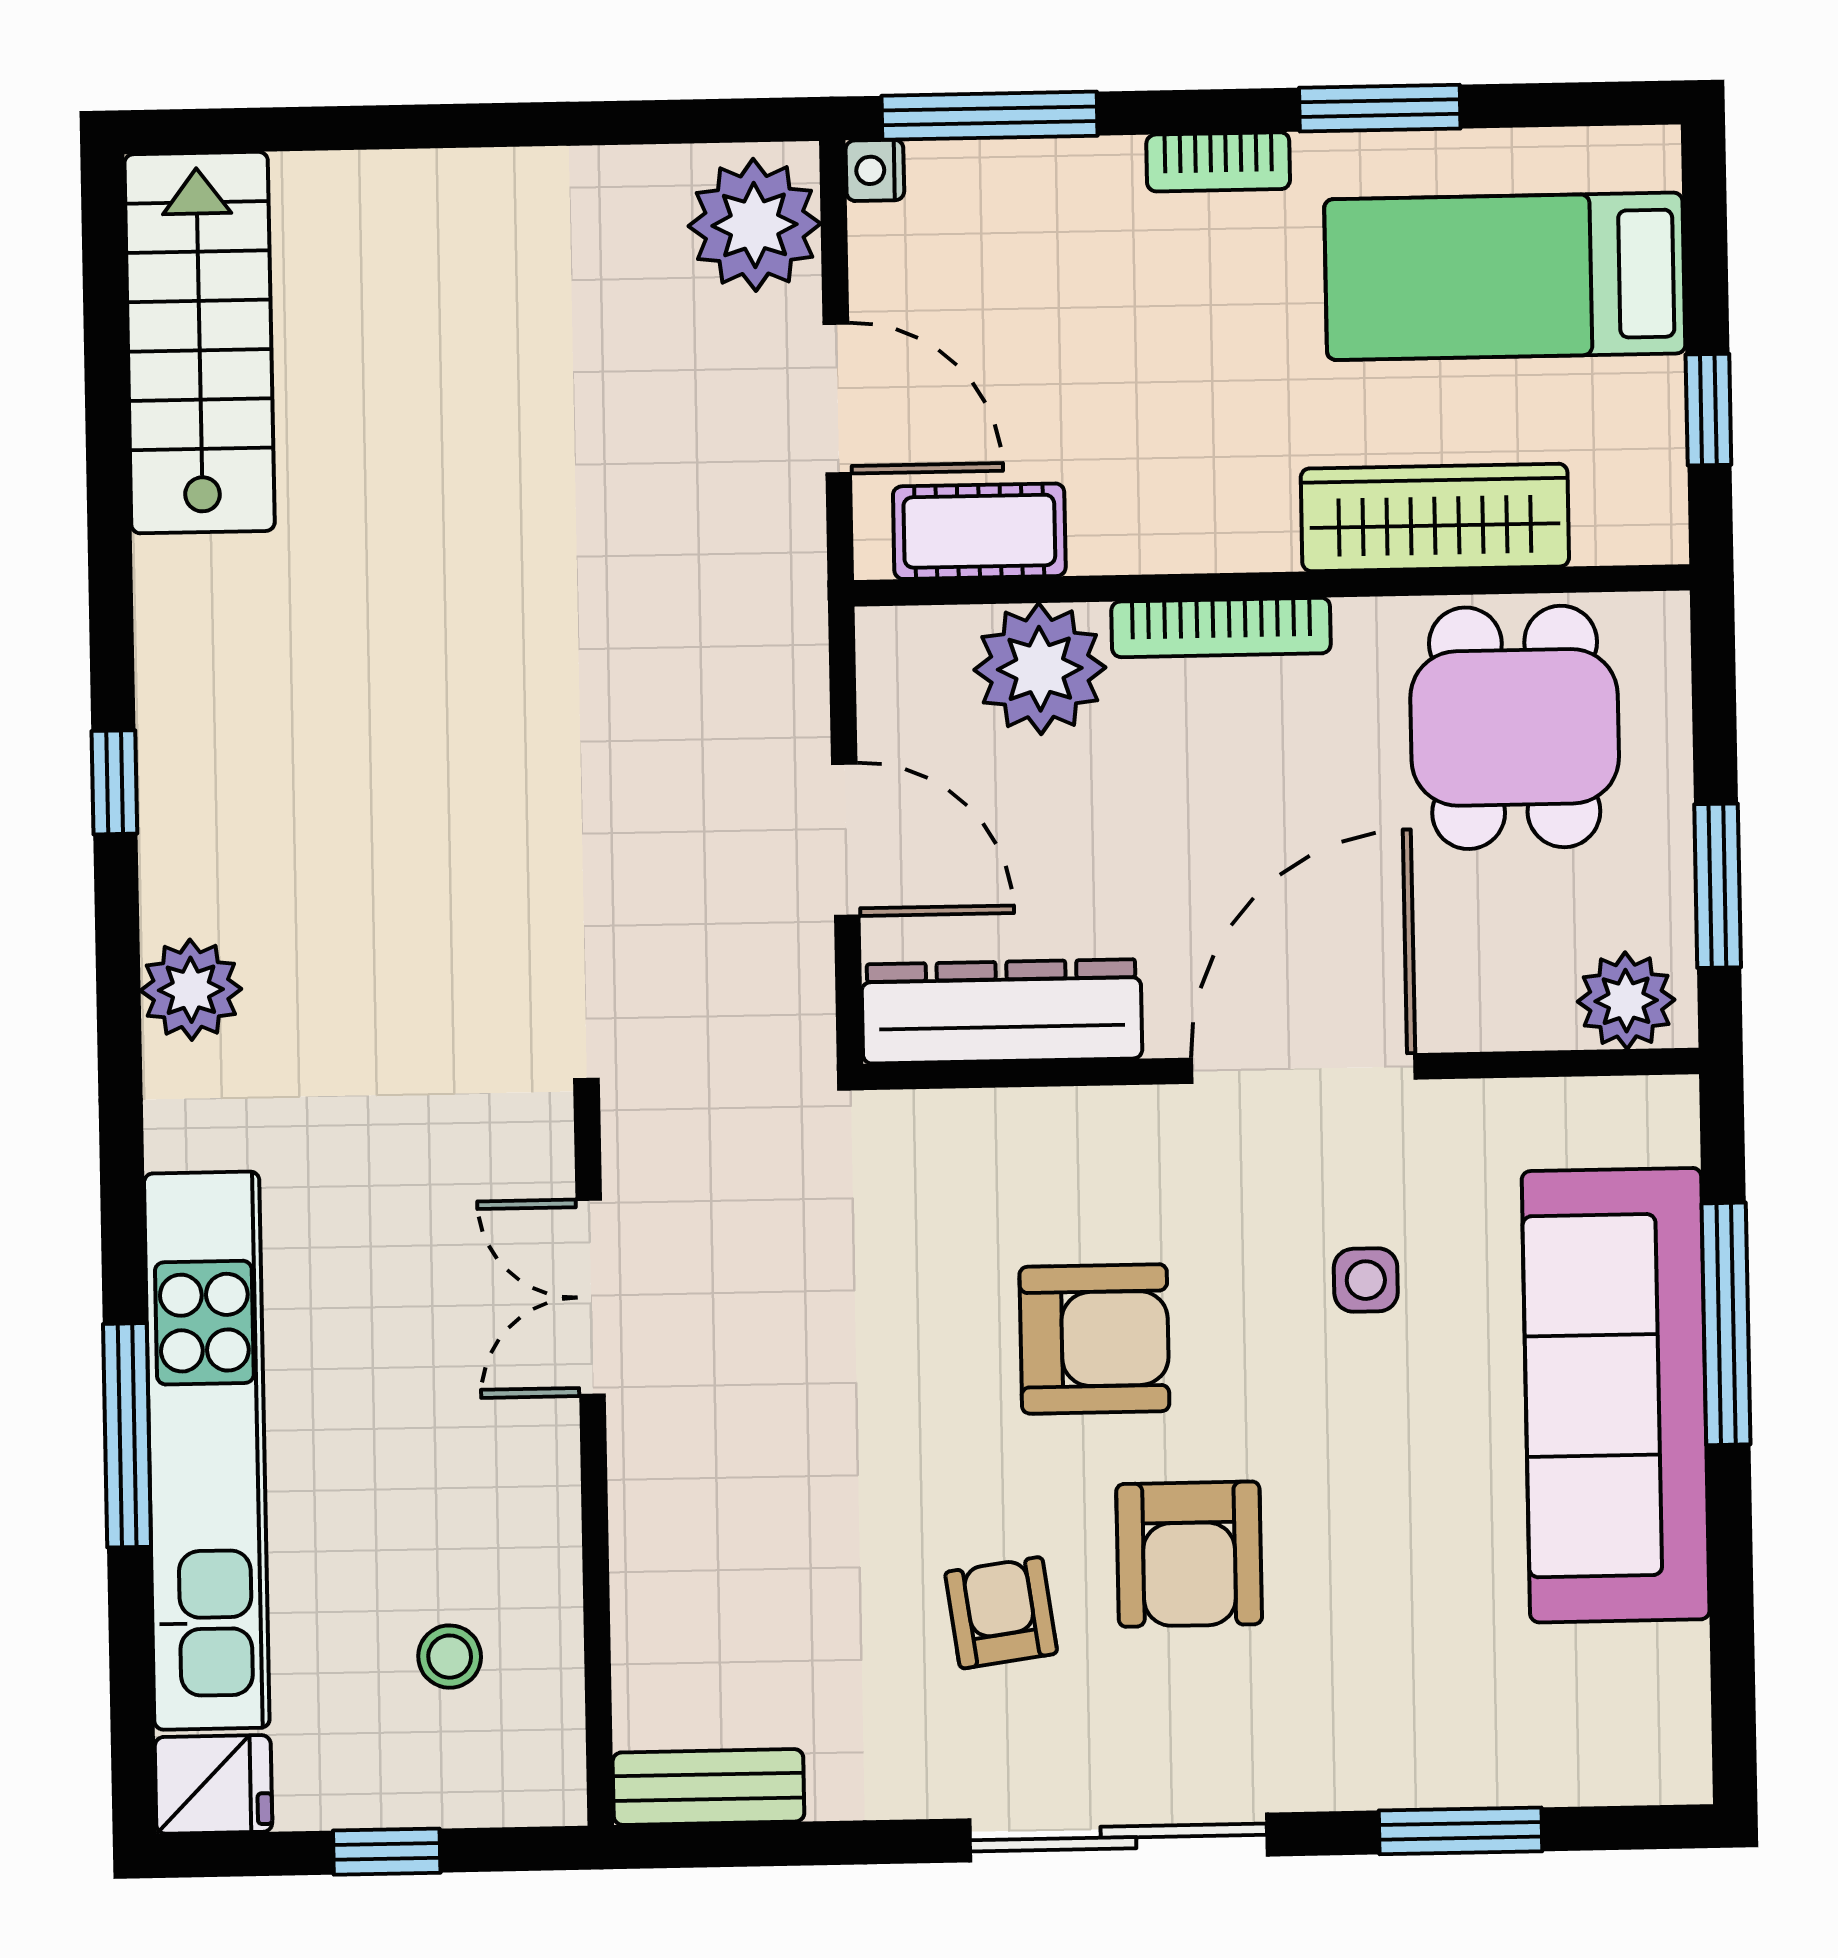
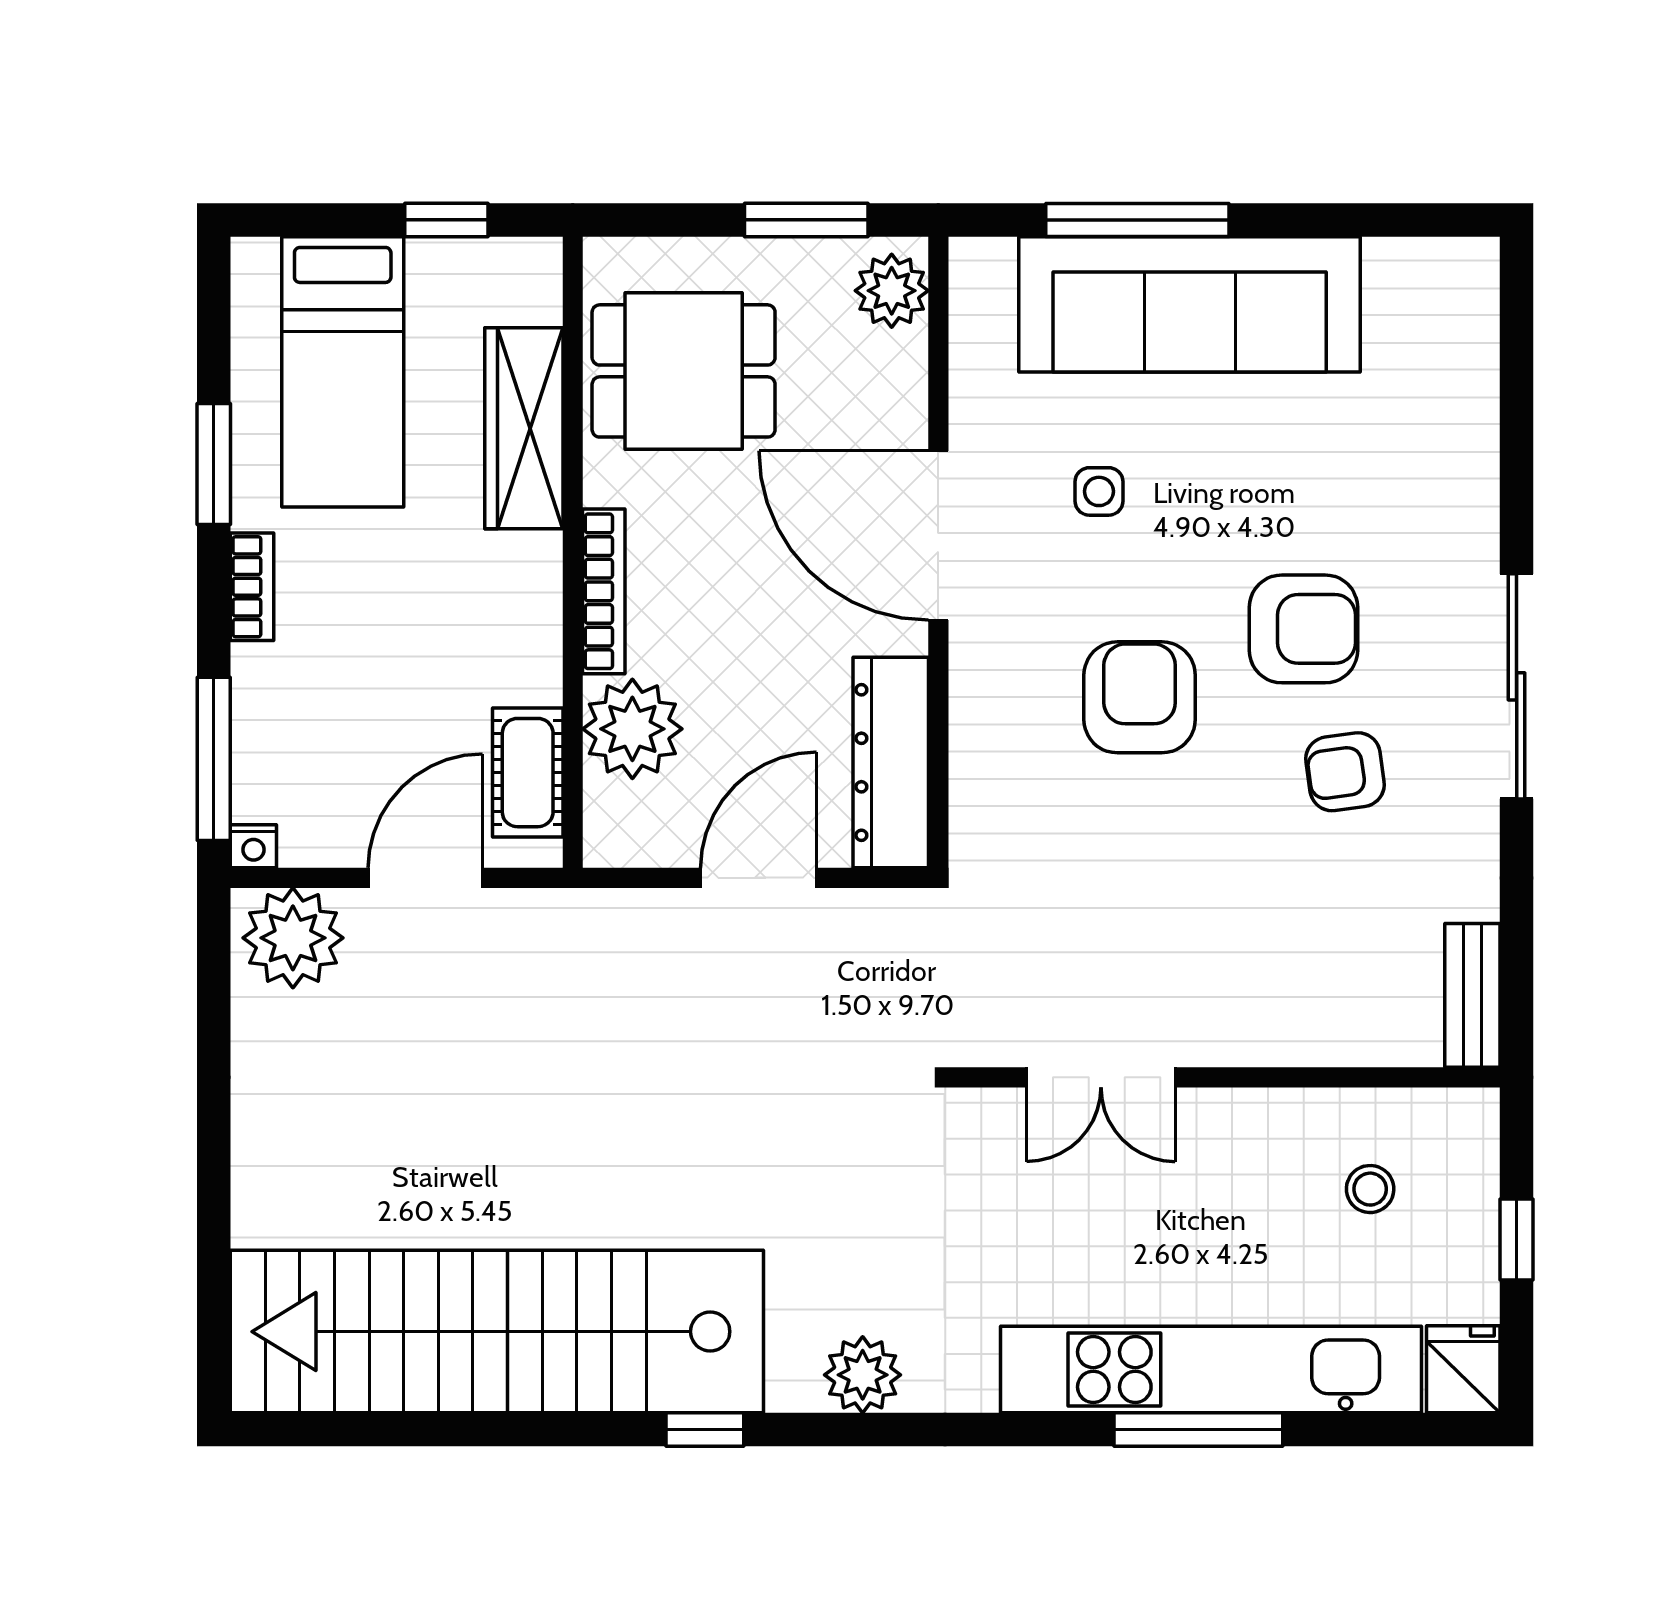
stairs: (200, 343) -> (497, 1332), width x1.86, depth x1.51
window: (1461, 1831) -> (1517, 428), removed

